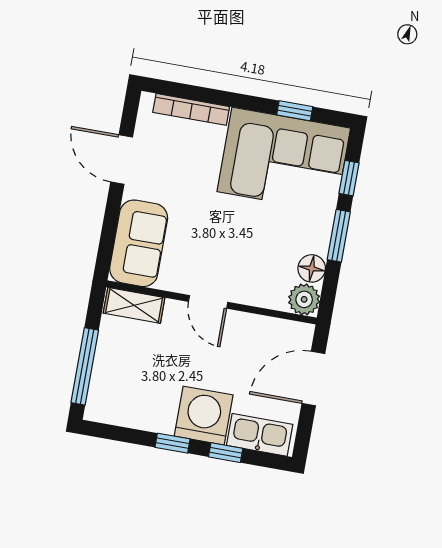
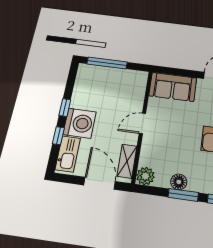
floor lamp: (312, 268) -> (179, 182), moved
shelving: (134, 305) -> (127, 161), moved

